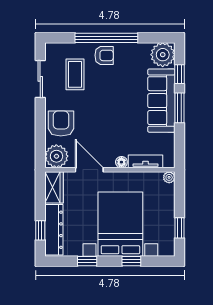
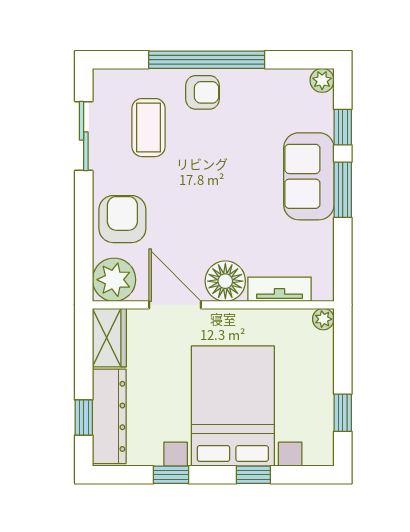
plant: (163, 55) -> (322, 80), width x0.53, depth x0.53
sofa: (161, 101) -> (309, 176), width x0.73
floor lamp: (121, 162) -> (225, 281), width x1.89, depth x1.89

